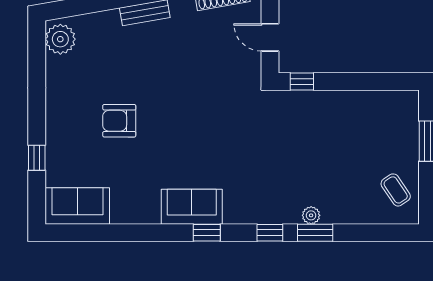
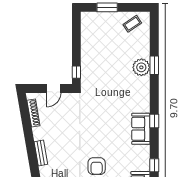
plant: (311, 215) -> (141, 67), width x1.87, depth x1.87
window: (270, 233) -> (154, 165), moved

